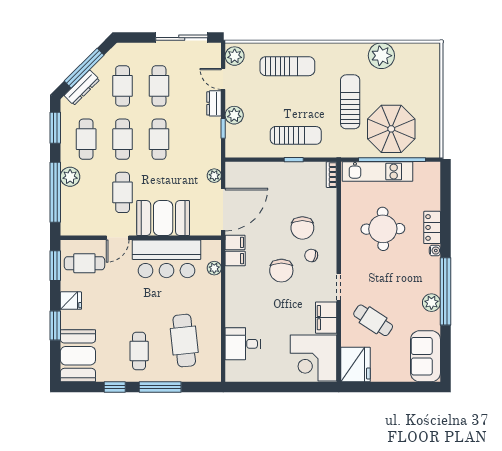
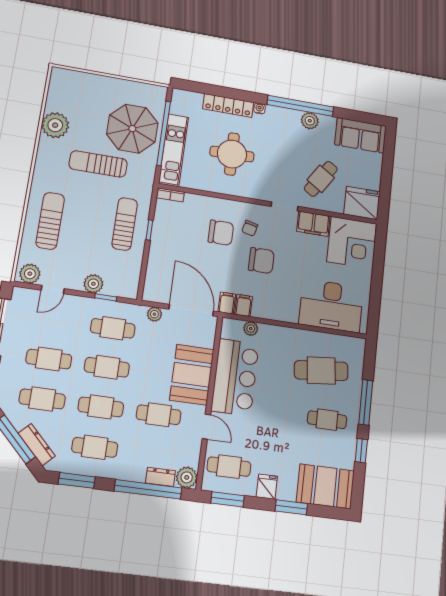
dresser: (214, 103) -> (161, 477), moved, turned 180
cafe table: (195, 139) -> (113, 328), added
plant: (70, 177) -> (187, 477), moved
locker: (432, 227) -> (228, 106), width x1.53
cafe table: (84, 263) -> (229, 467), turned 90
desk: (243, 344) -> (331, 306), width x1.87, depth x1.30

